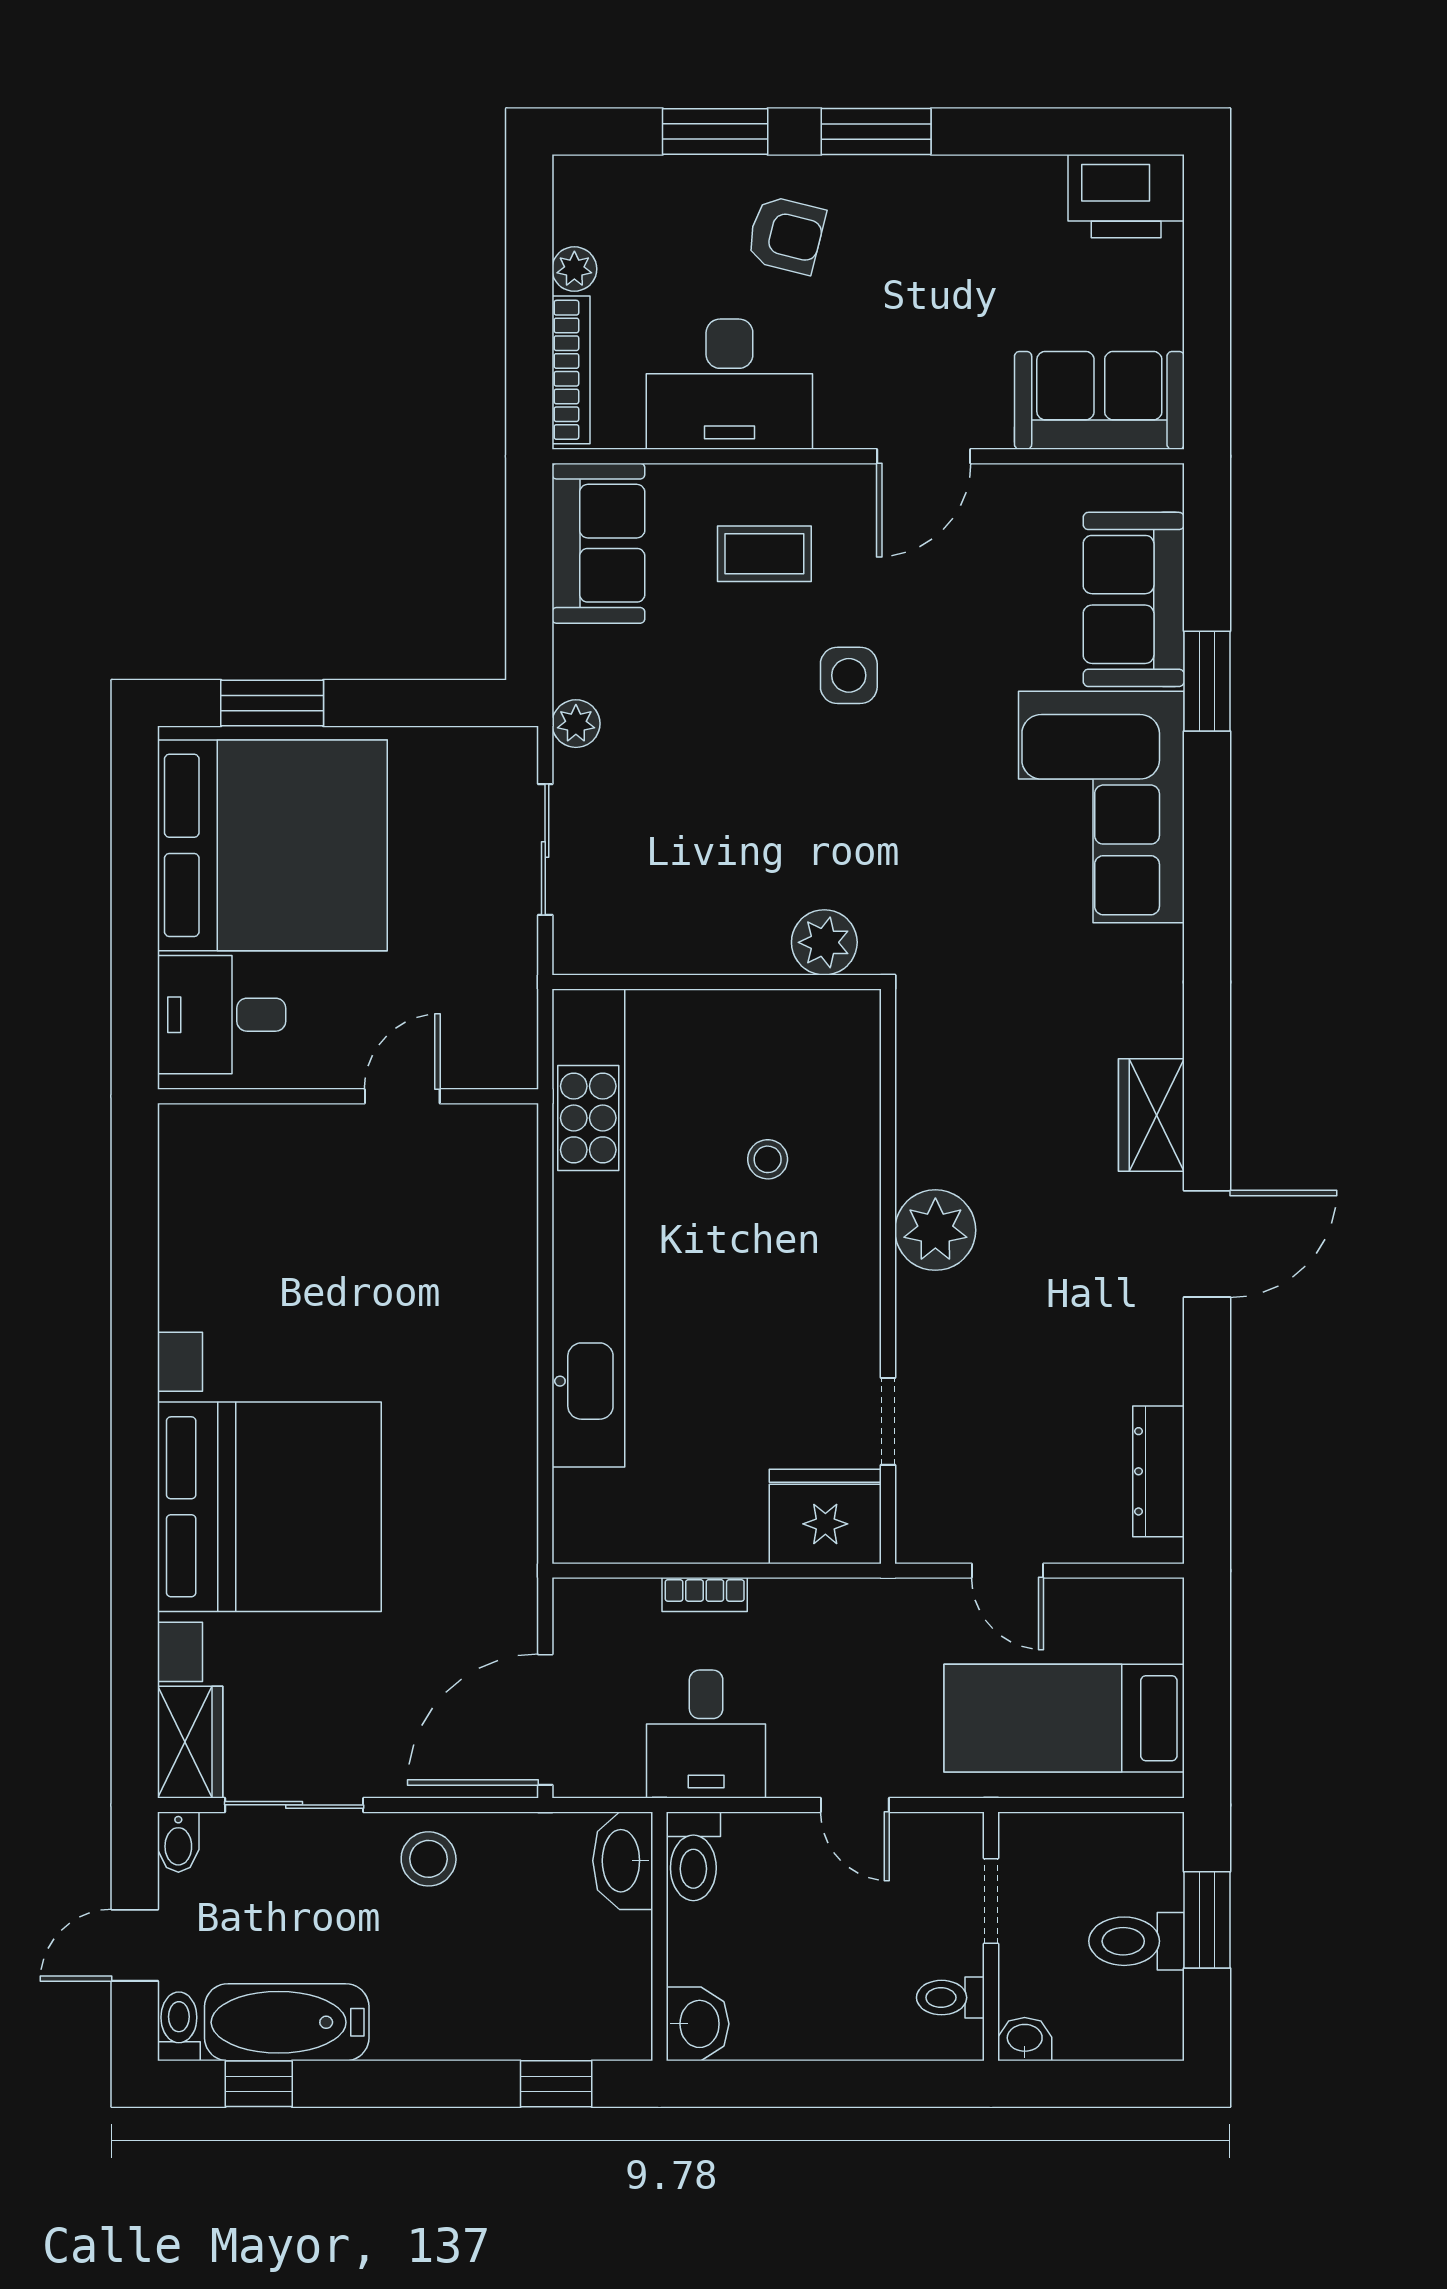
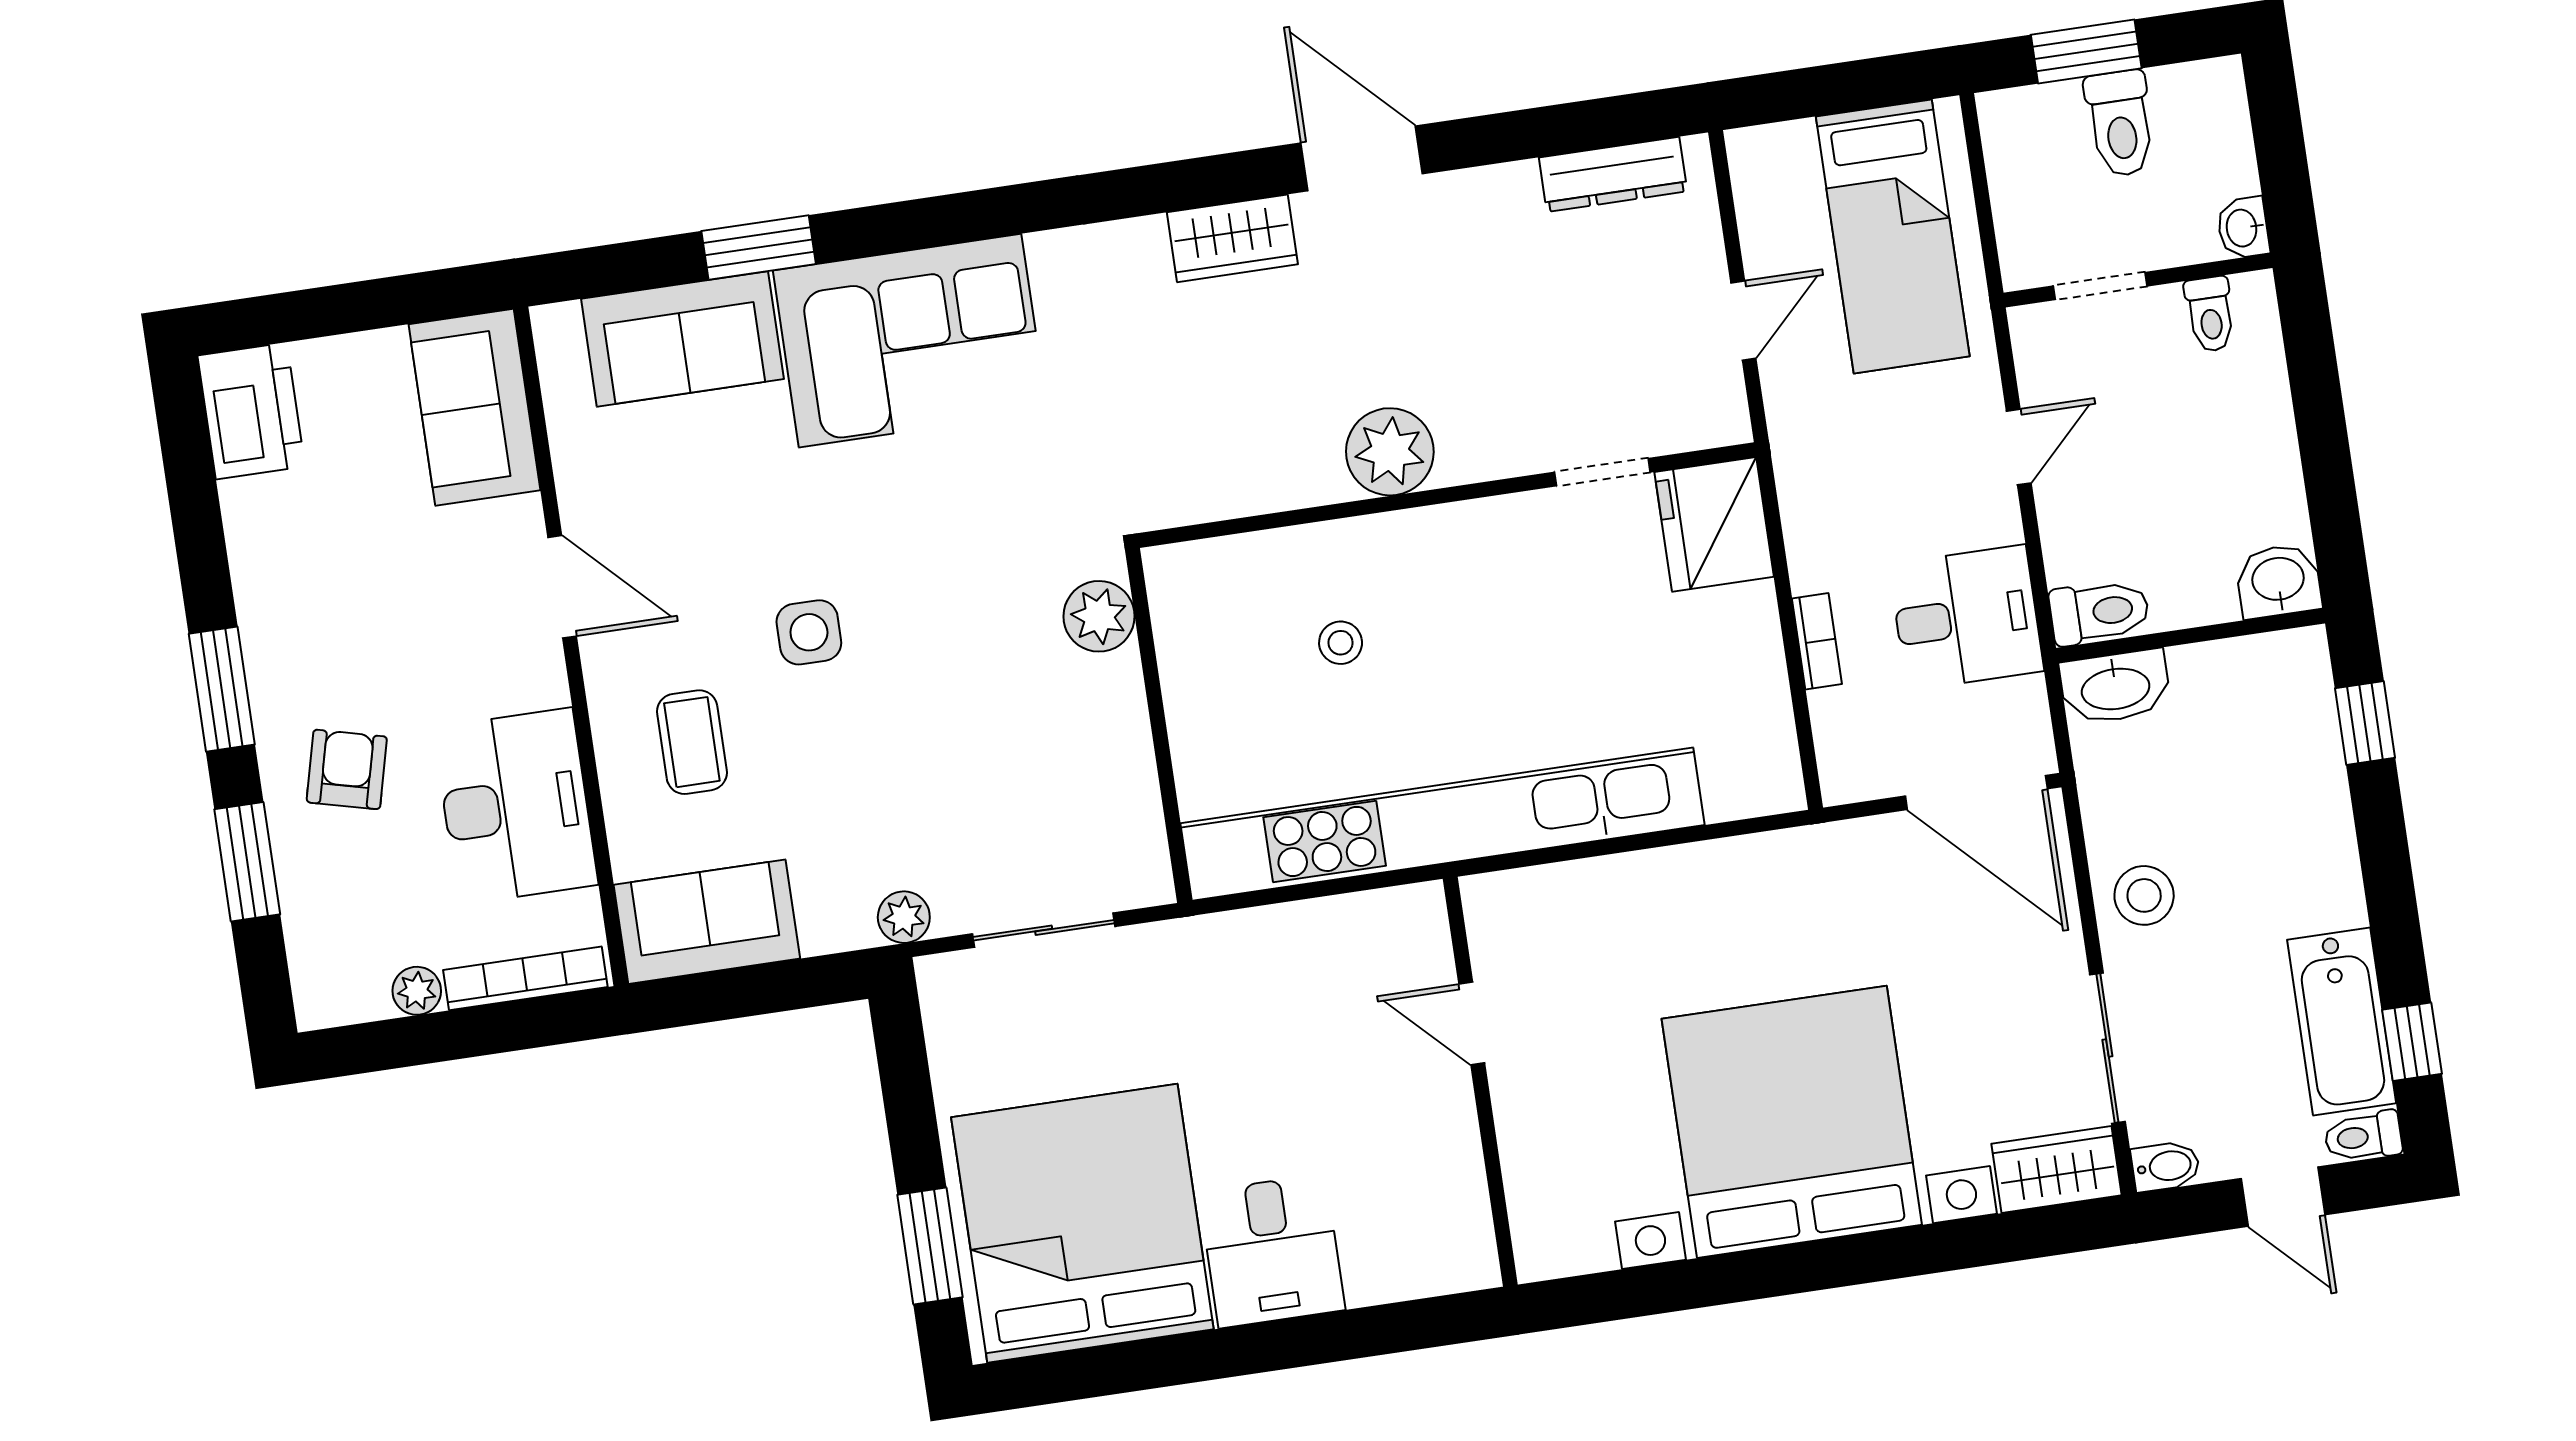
wall: (348, 1096) -> (1480, 1082), moved
door: (402, 1096) -> (1472, 1024), moved

